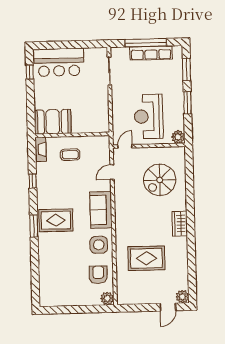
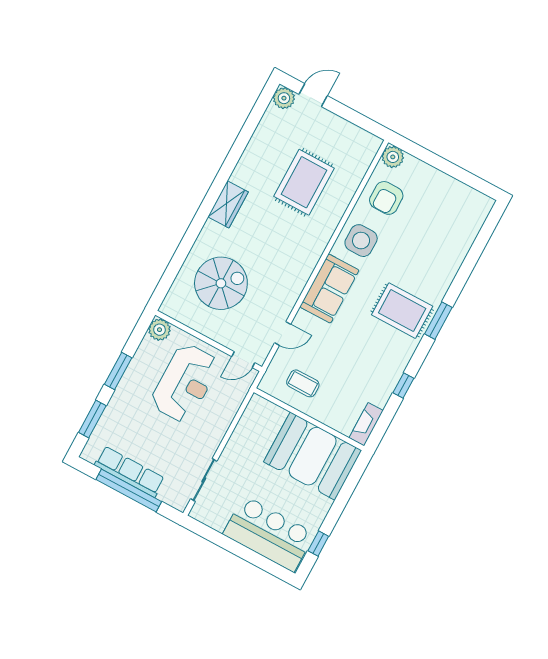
booth: (53, 122) -> (313, 456), width x1.36, depth x1.42
coffee table: (70, 155) -> (303, 383), moved
rug: (146, 258) -> (304, 182), turned 90

